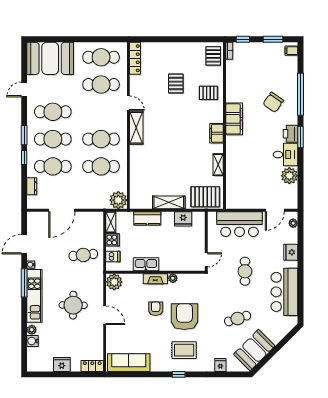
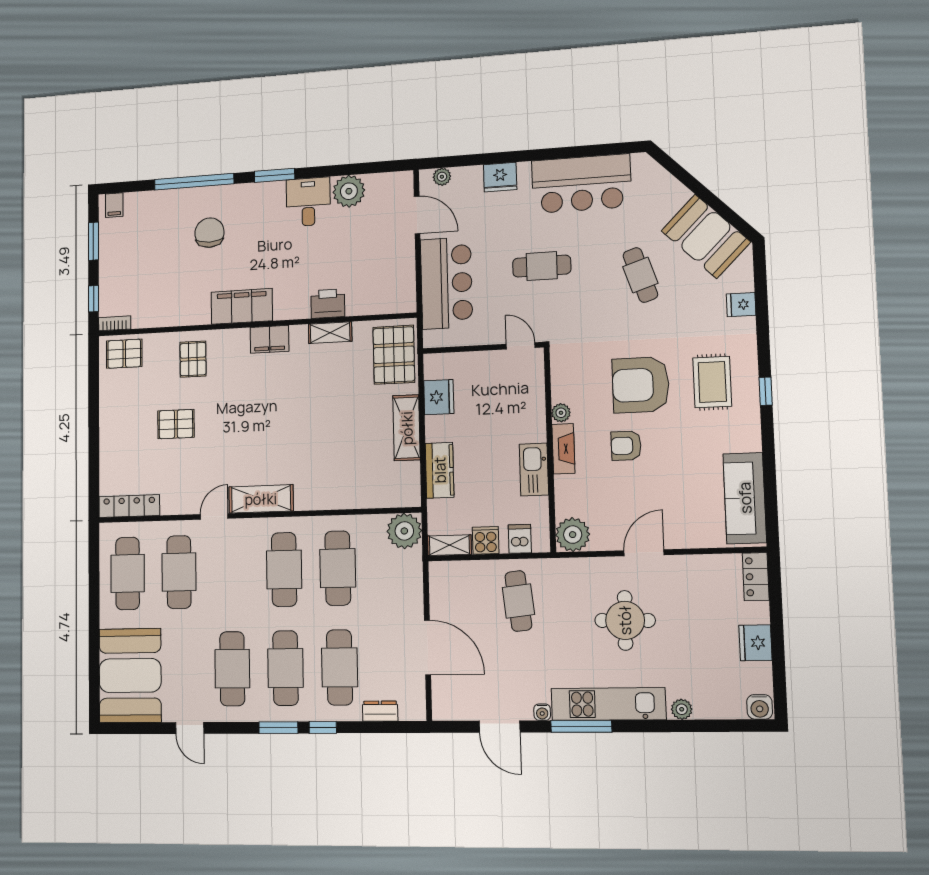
chair: (273, 102) -> (209, 233), turned -125
printer: (291, 134) -> (328, 304), moved, turned 180
water cooler: (33, 341) -> (760, 707), moved

